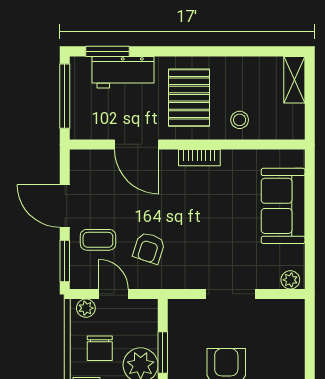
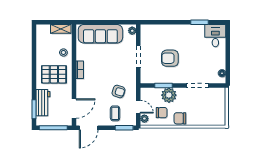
shelving: (294, 80) -> (61, 29), moved
door: (137, 144) -> (74, 109), moved
door: (65, 206) -> (89, 128), moved
sofa: (283, 206) -> (100, 34), width x1.36
door: (114, 294) -> (138, 107), swing flipped

